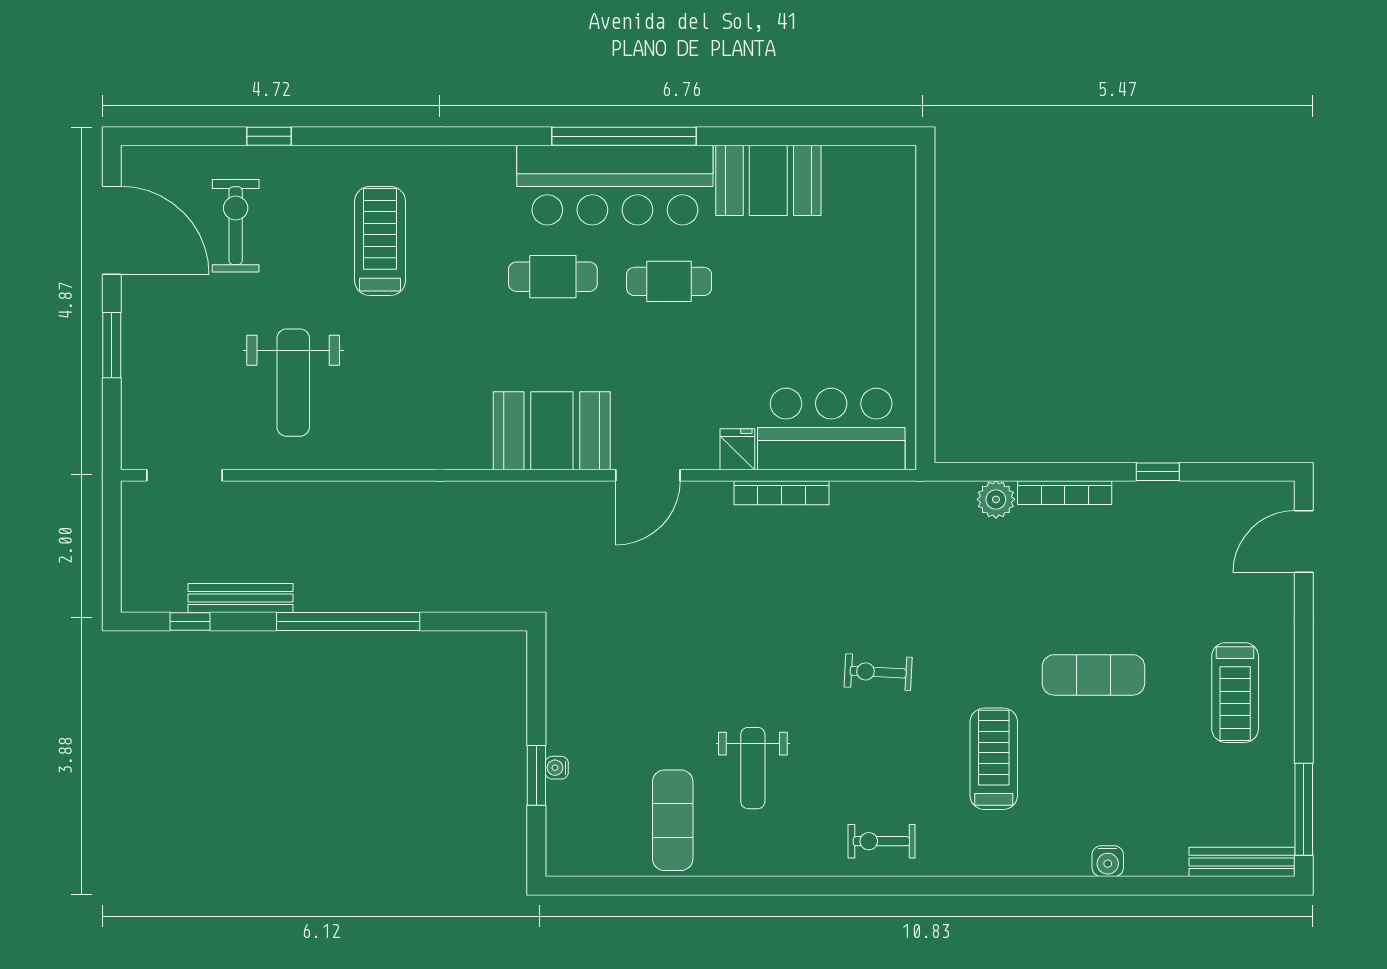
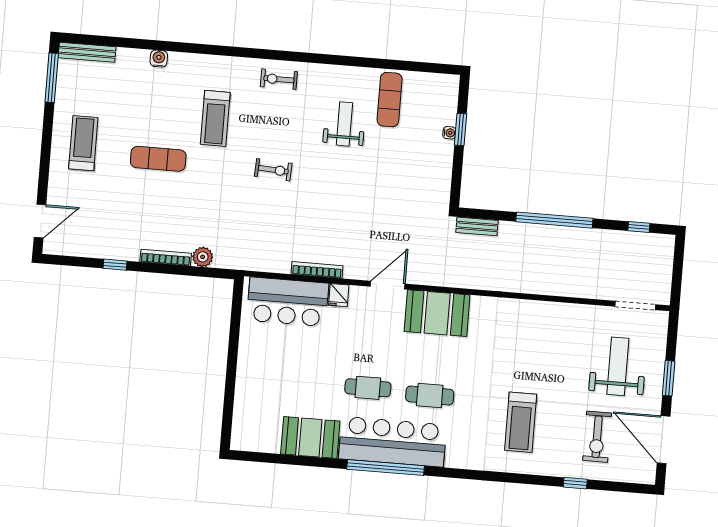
weight bench: (293, 383) -> (618, 366), moved
bench: (241, 598) -> (477, 226), moved, width x0.73
exercise bike: (881, 841) -> (279, 79), turned 180

